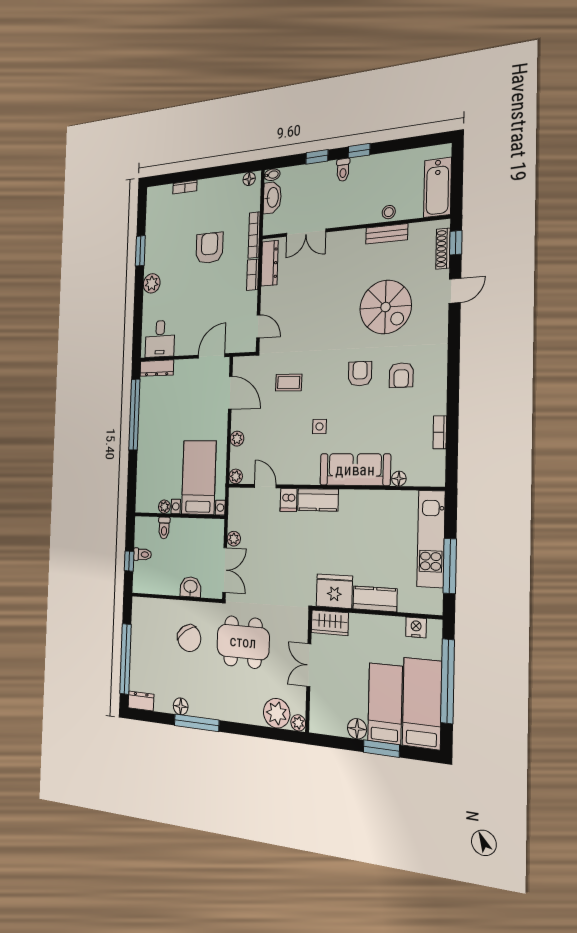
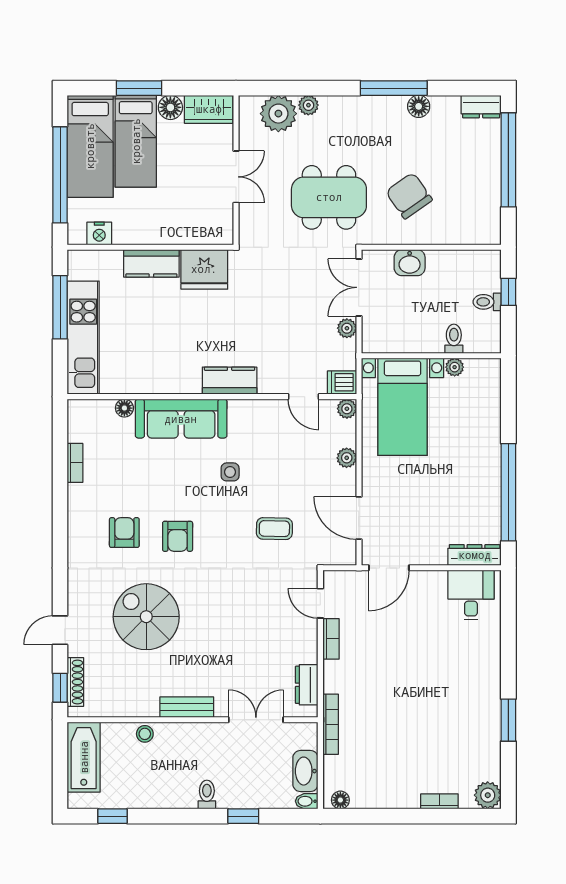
window: (359, 151) -> (113, 816), moved
bench: (387, 234) -> (187, 707), moved
armchair: (209, 248) -> (398, 713), removed
dresser: (270, 263) -> (307, 685), width x0.70
bookcase: (253, 275) -> (331, 639), moved
plant: (152, 283) -> (488, 795), moved
dishwasher: (289, 500) -> (342, 382), moved, turned -90
wardrobe: (330, 623) -> (209, 109), moved, turned 180
plant: (298, 723) -> (308, 105), moved

